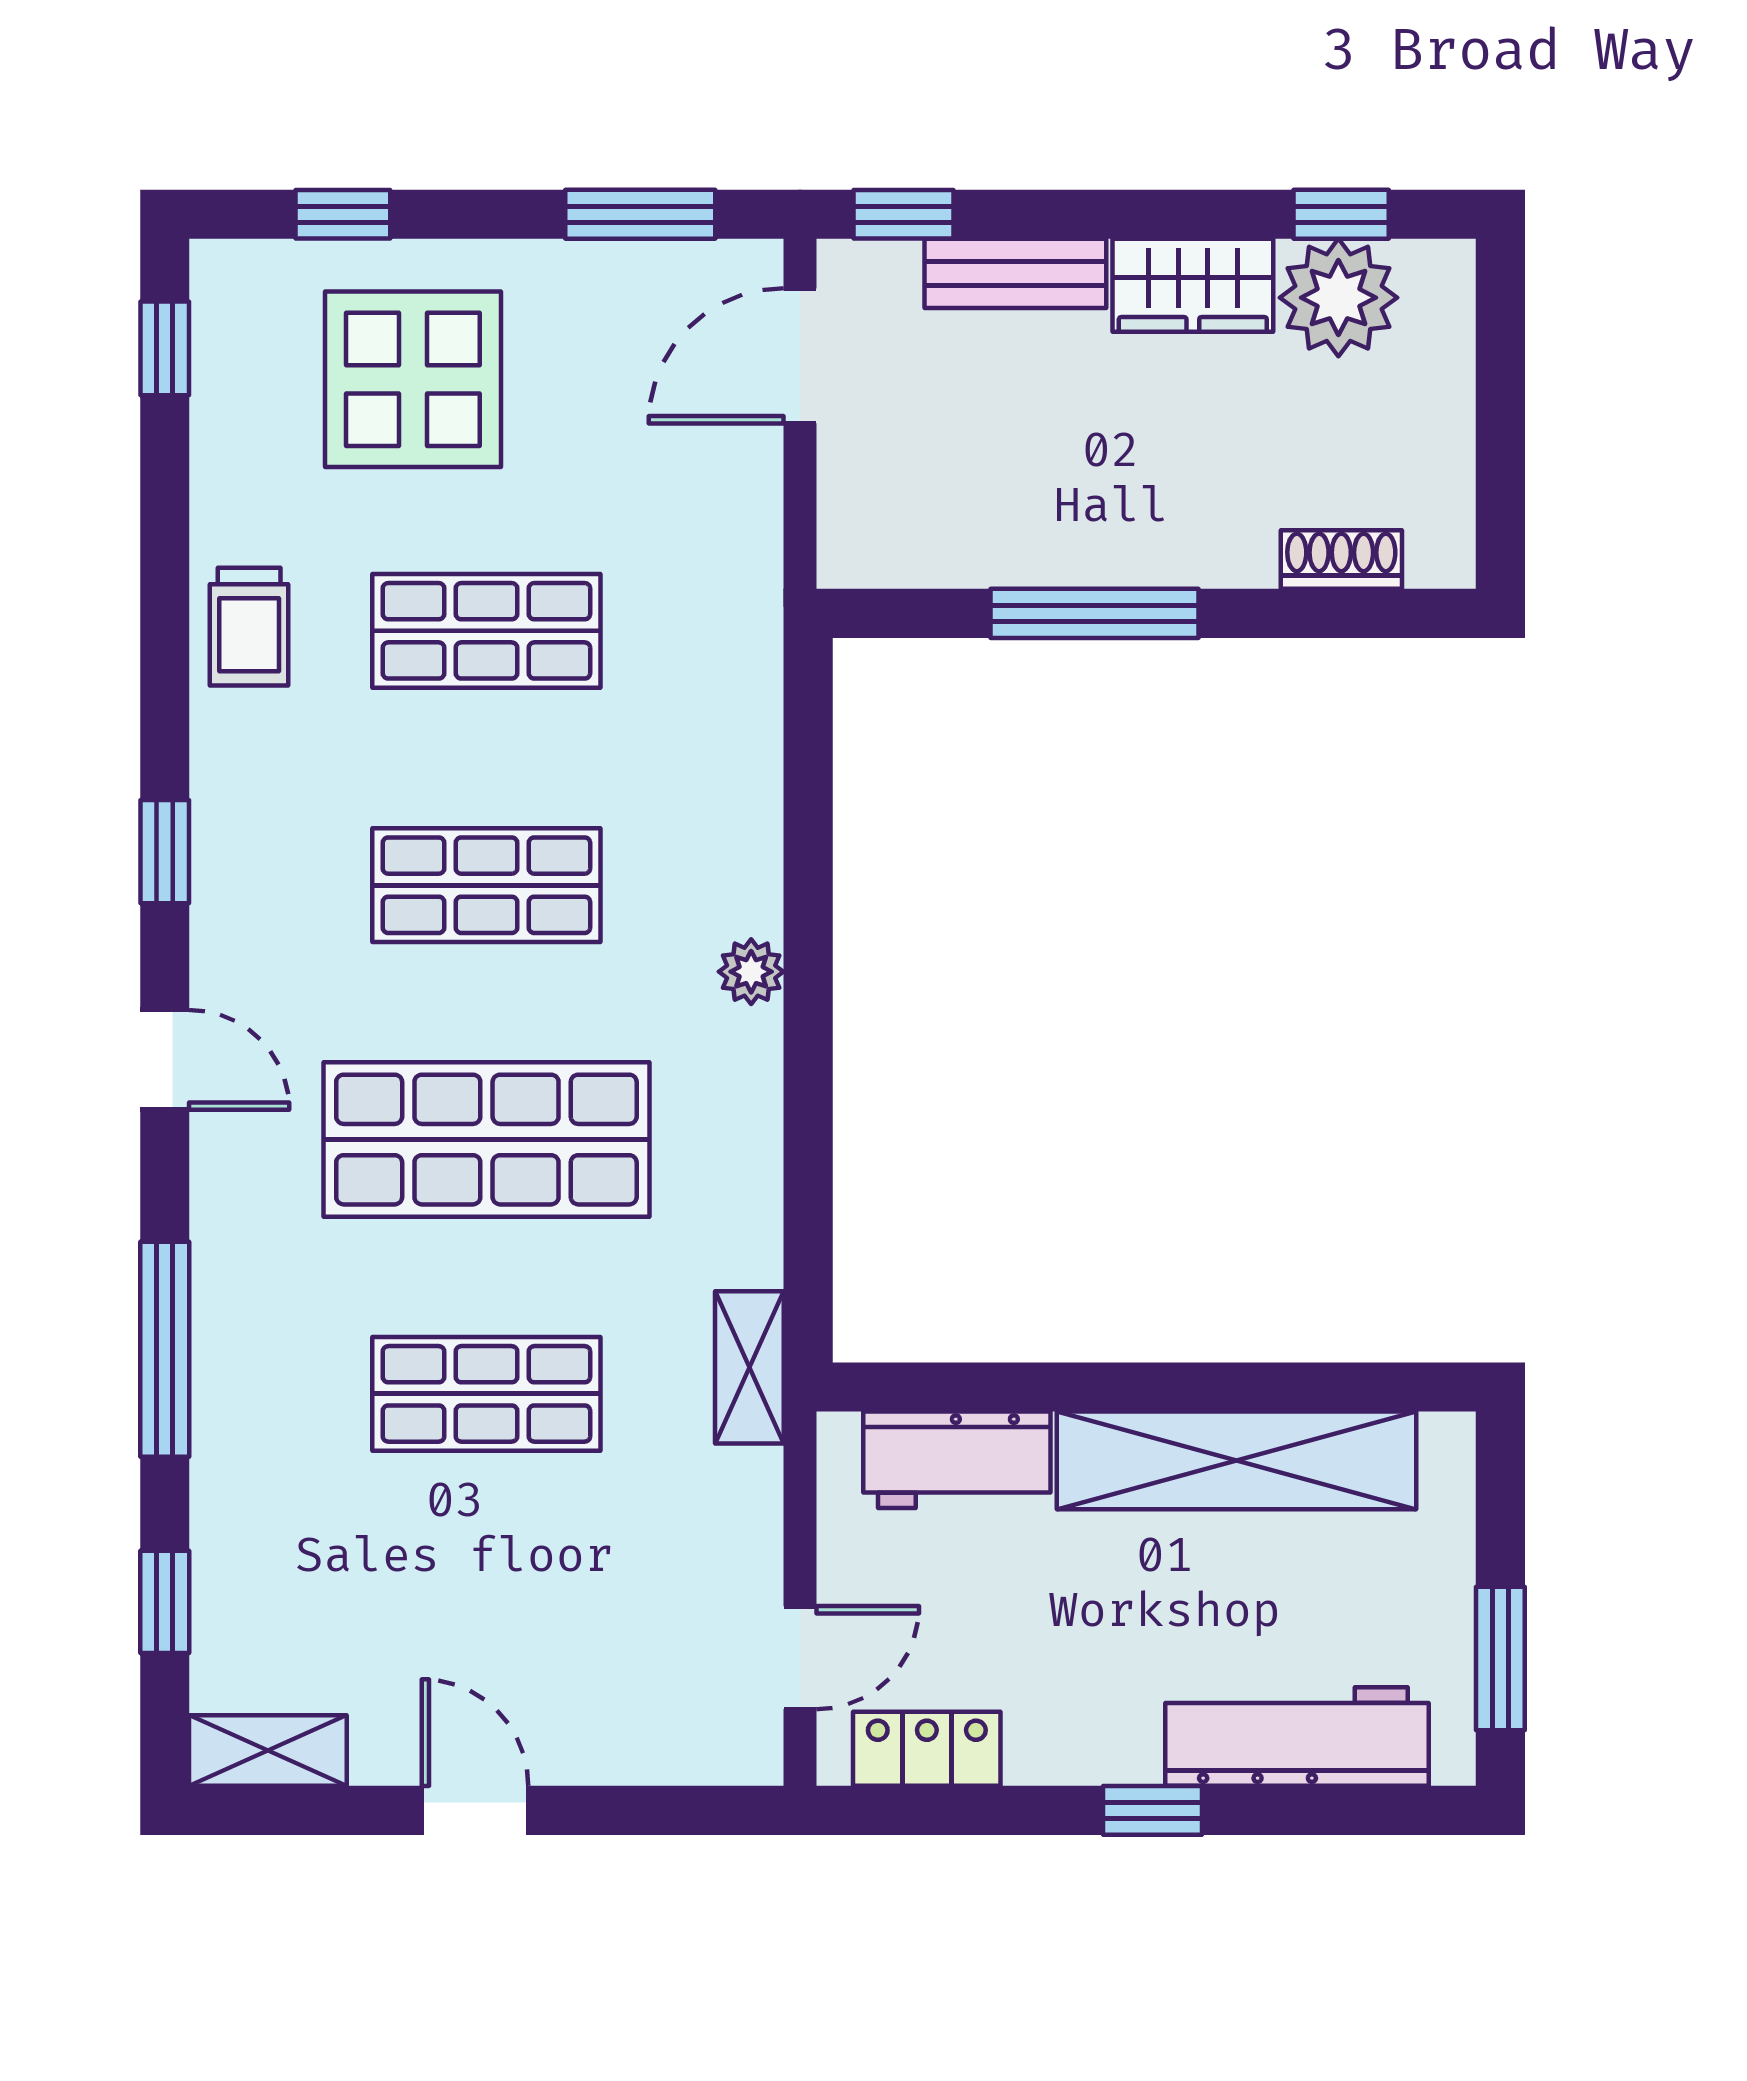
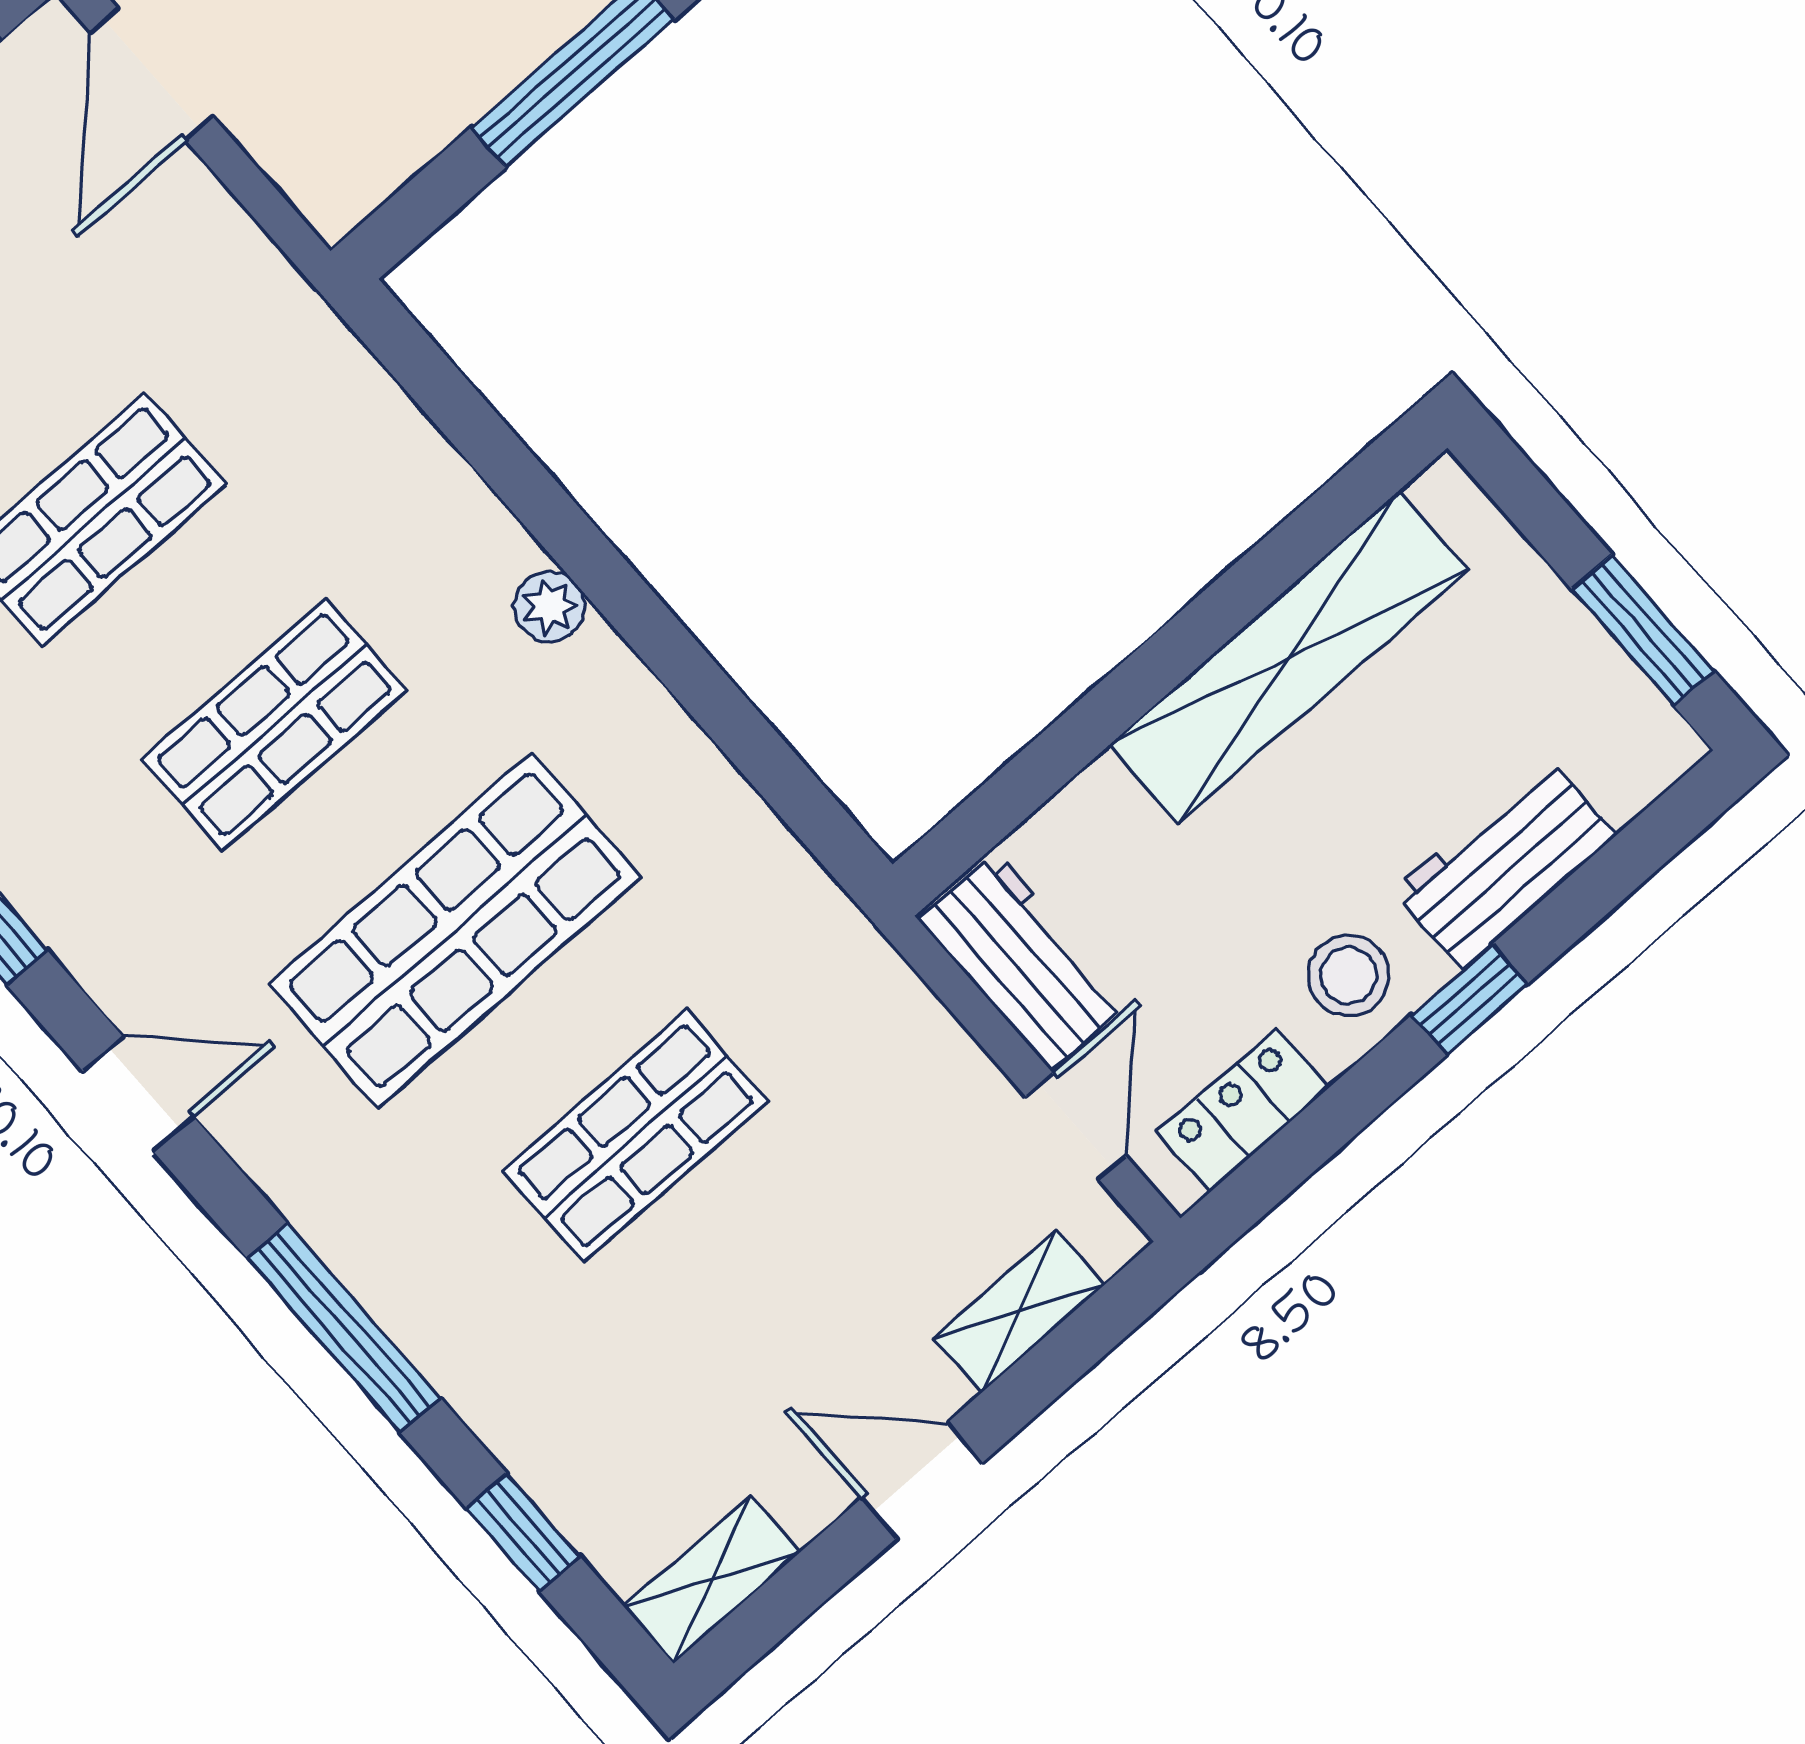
shelving: (749, 1367) -> (1018, 1312), moved, turned 90
workbench: (957, 1460) -> (1023, 961), moved, turned -90
stool: (1083, 1719) -> (1348, 976), added
workbench: (1297, 1737) -> (1505, 863), width x0.73

